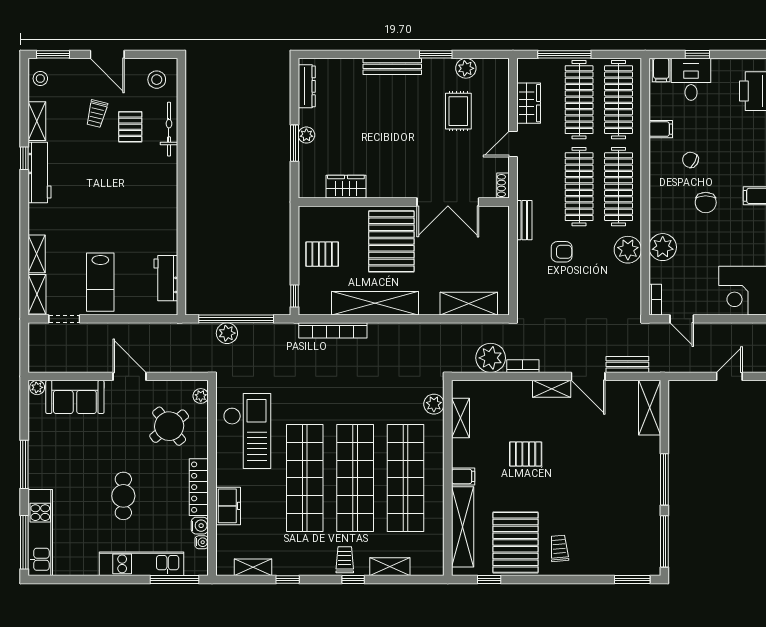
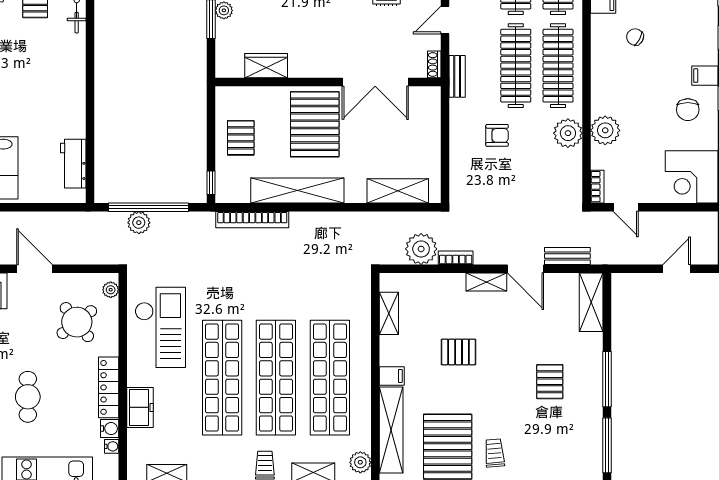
chair: (706, 202) -> (688, 110), moved
bench: (524, 220) -> (457, 76), moved
pallet: (322, 254) -> (241, 138), turned 90
plant: (434, 404) -> (360, 462), moved
pallet: (611, 482) -> (550, 382), added

